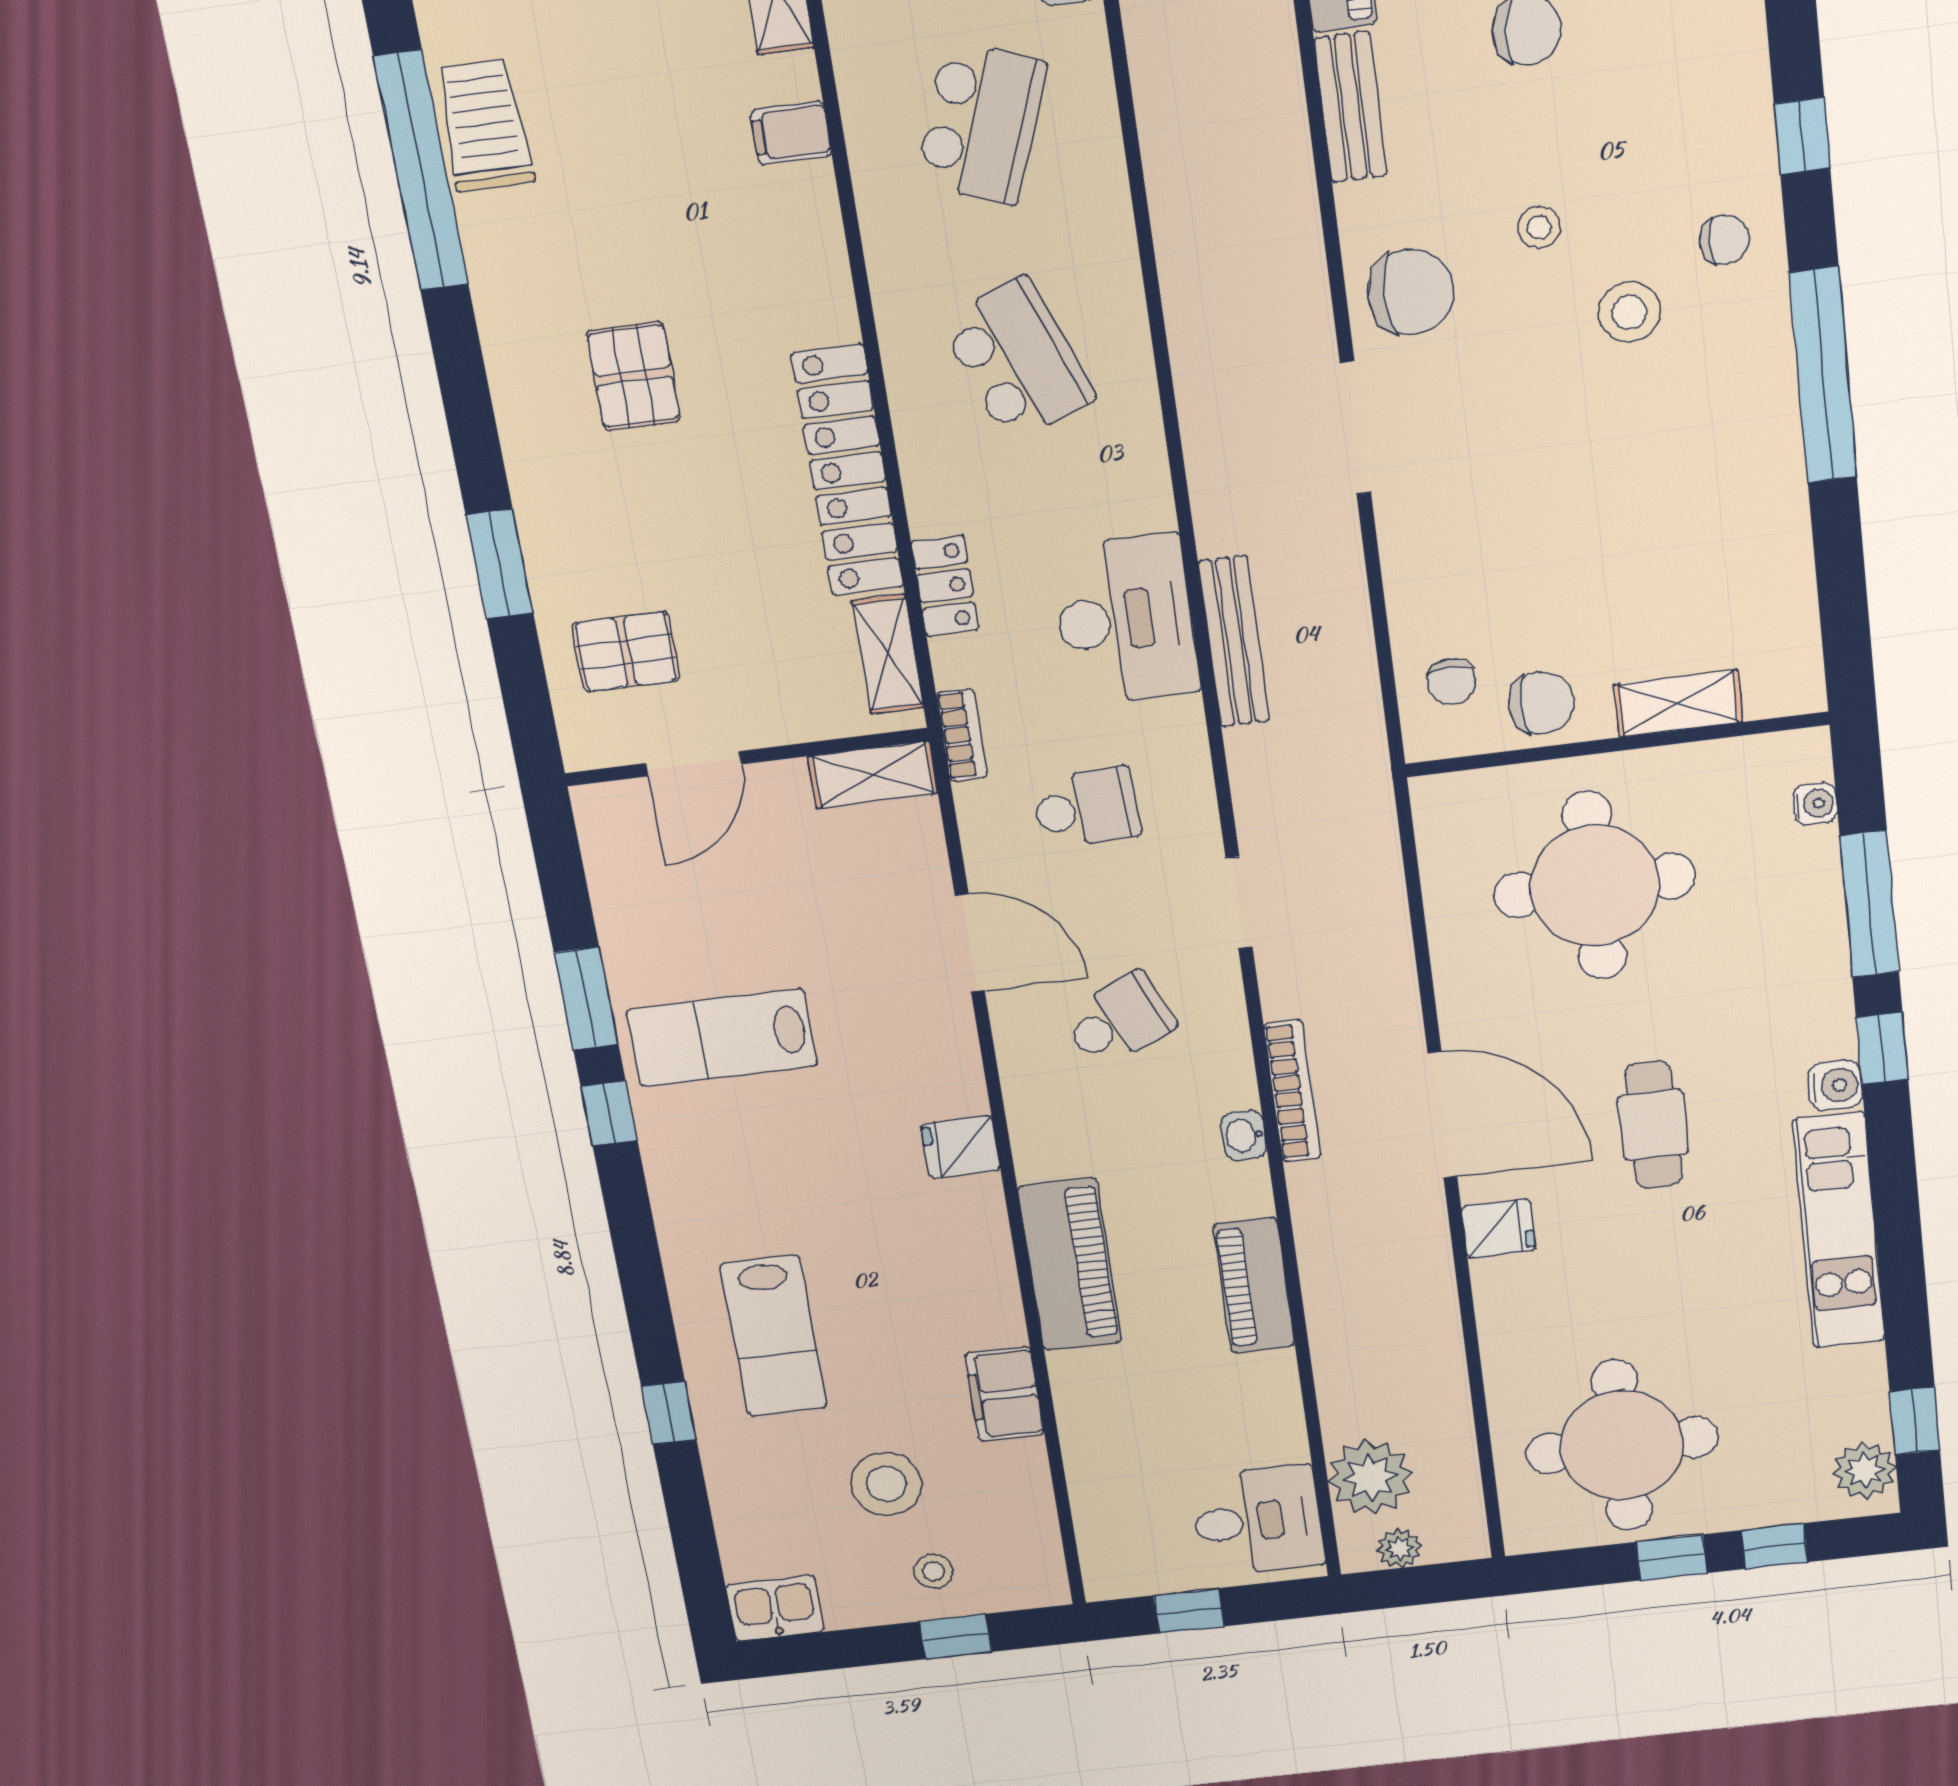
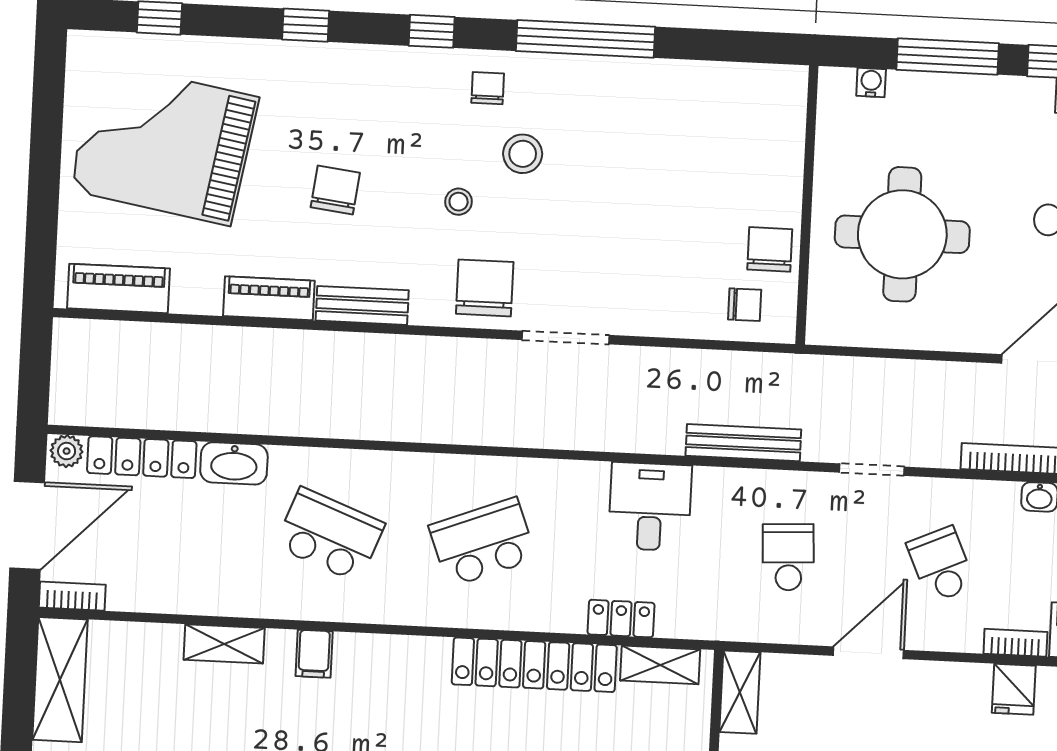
desk: (1125, 620) -> (650, 507), width x0.73
bench: (1234, 641) -> (743, 443), moved
shelving: (1678, 703) -> (786, 161), removed
bookcase: (962, 735) -> (1015, 643), moved

